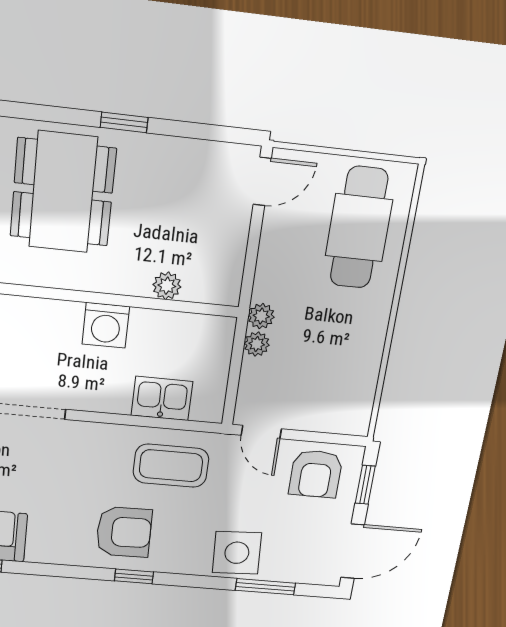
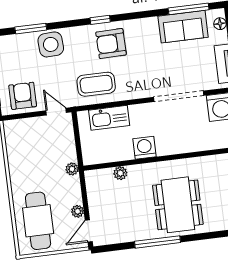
window: (124, 122) -> (157, 242), width x2.17
plant: (257, 344) -> (78, 211), moved
kitchen sink: (162, 398) -> (109, 118), width x1.38

